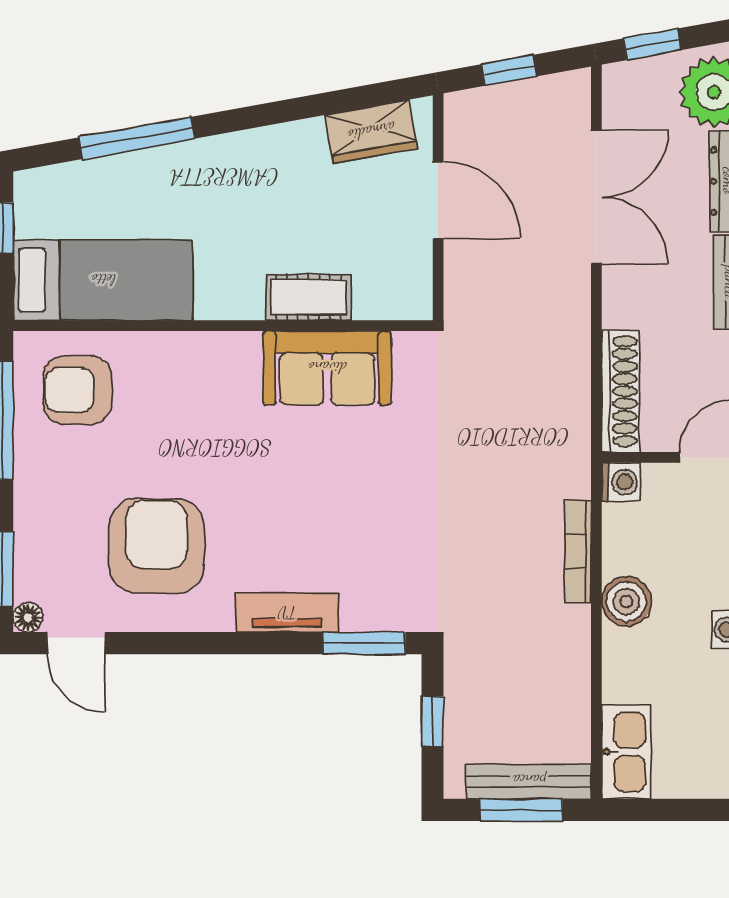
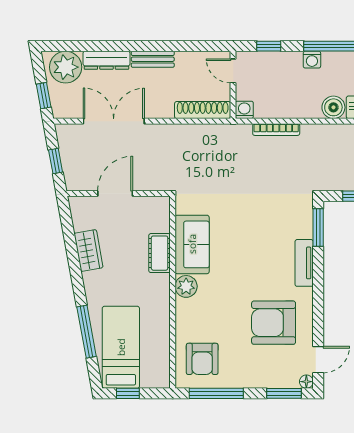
wardrobe: (371, 132) -> (88, 250), moved
bed: (103, 280) -> (121, 347), moved
plant: (236, 355) -> (186, 286), added
boiler: (626, 601) -> (333, 107), moved

